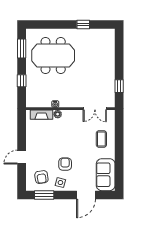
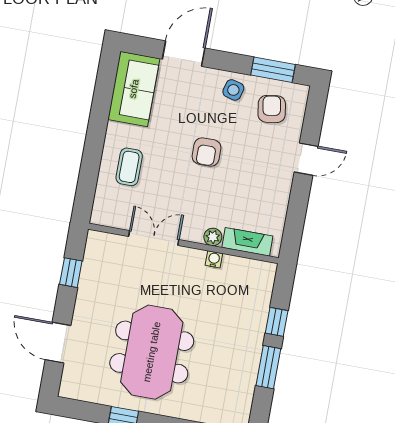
window: (22, 48) -> (268, 367), moved
door: (119, 53) -> (58, 343), added
meeting table: (53, 56) -> (152, 352), moved, turned 90
double door: (95, 109) -> (154, 238), moved
armchair: (65, 164) -> (206, 152), moved

